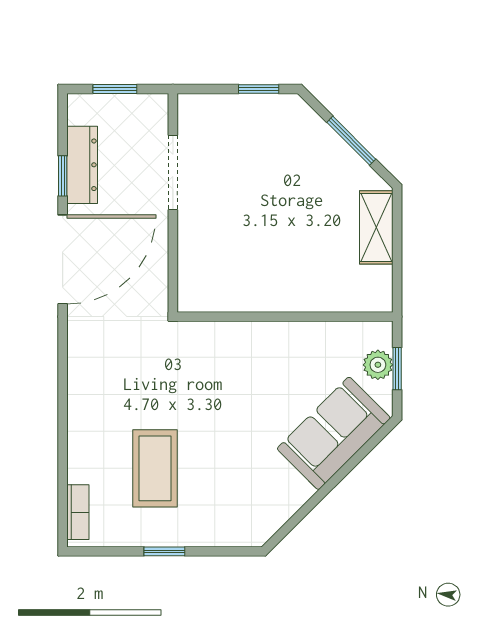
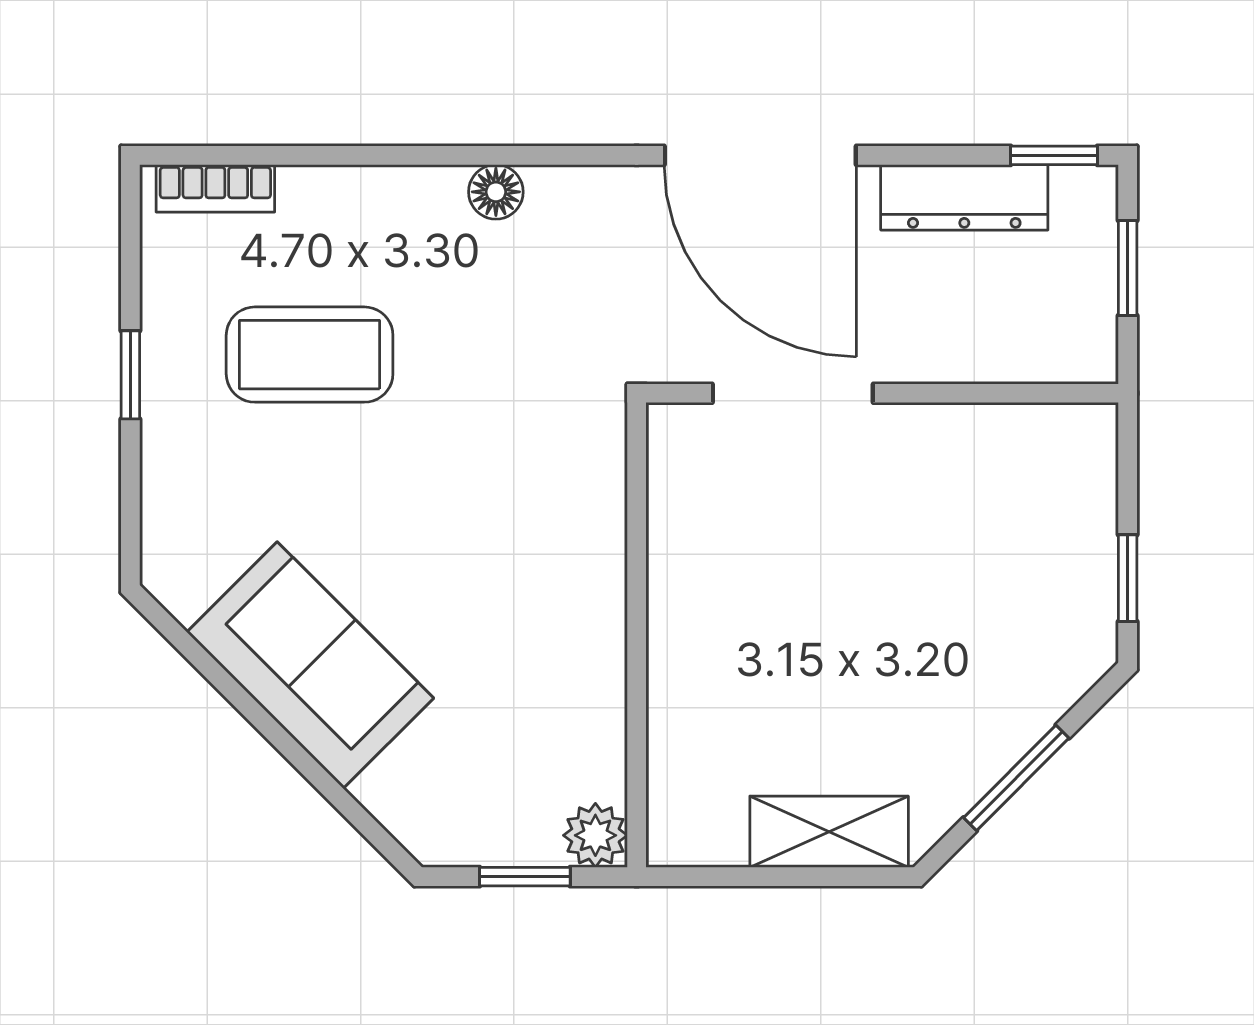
doorway: (173, 172) -> (793, 393), moved
window: (63, 176) -> (1054, 155), moved
plant: (378, 365) -> (595, 835), moved
floor lamp: (80, 382) -> (496, 192), added
sofa: (334, 433) -> (310, 665), moved

